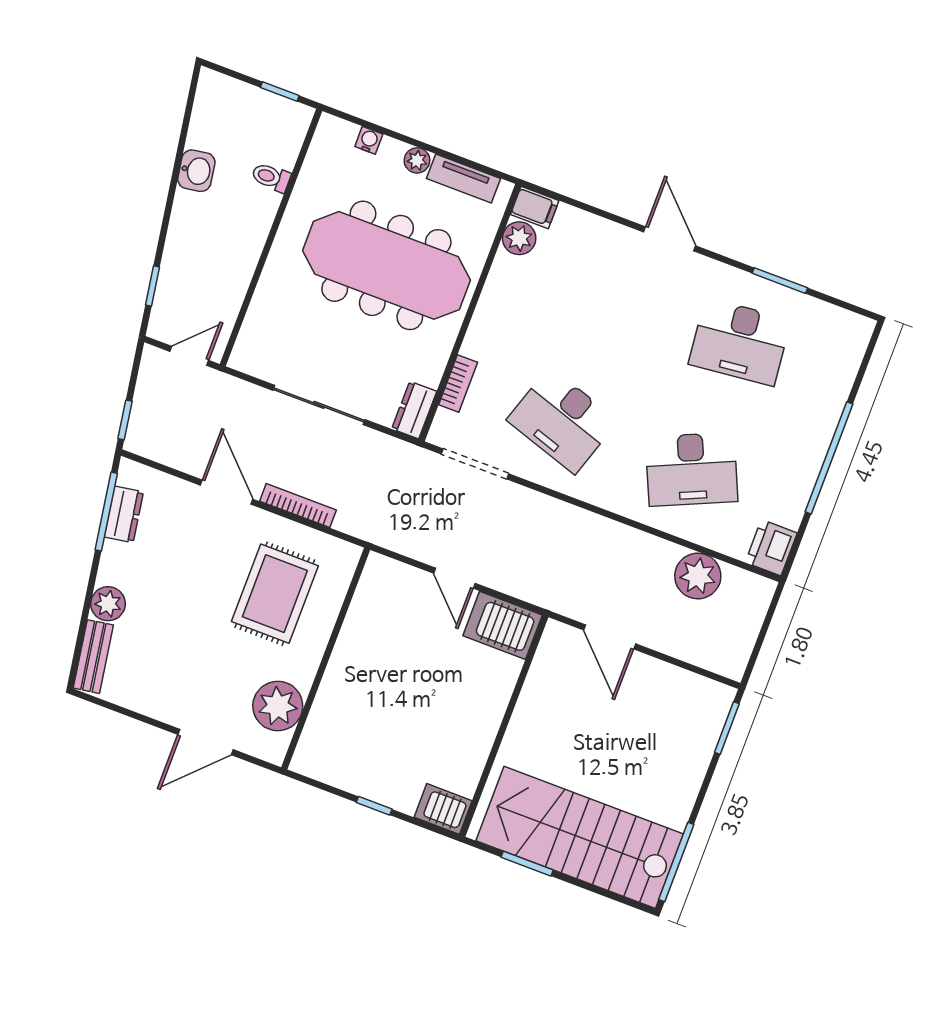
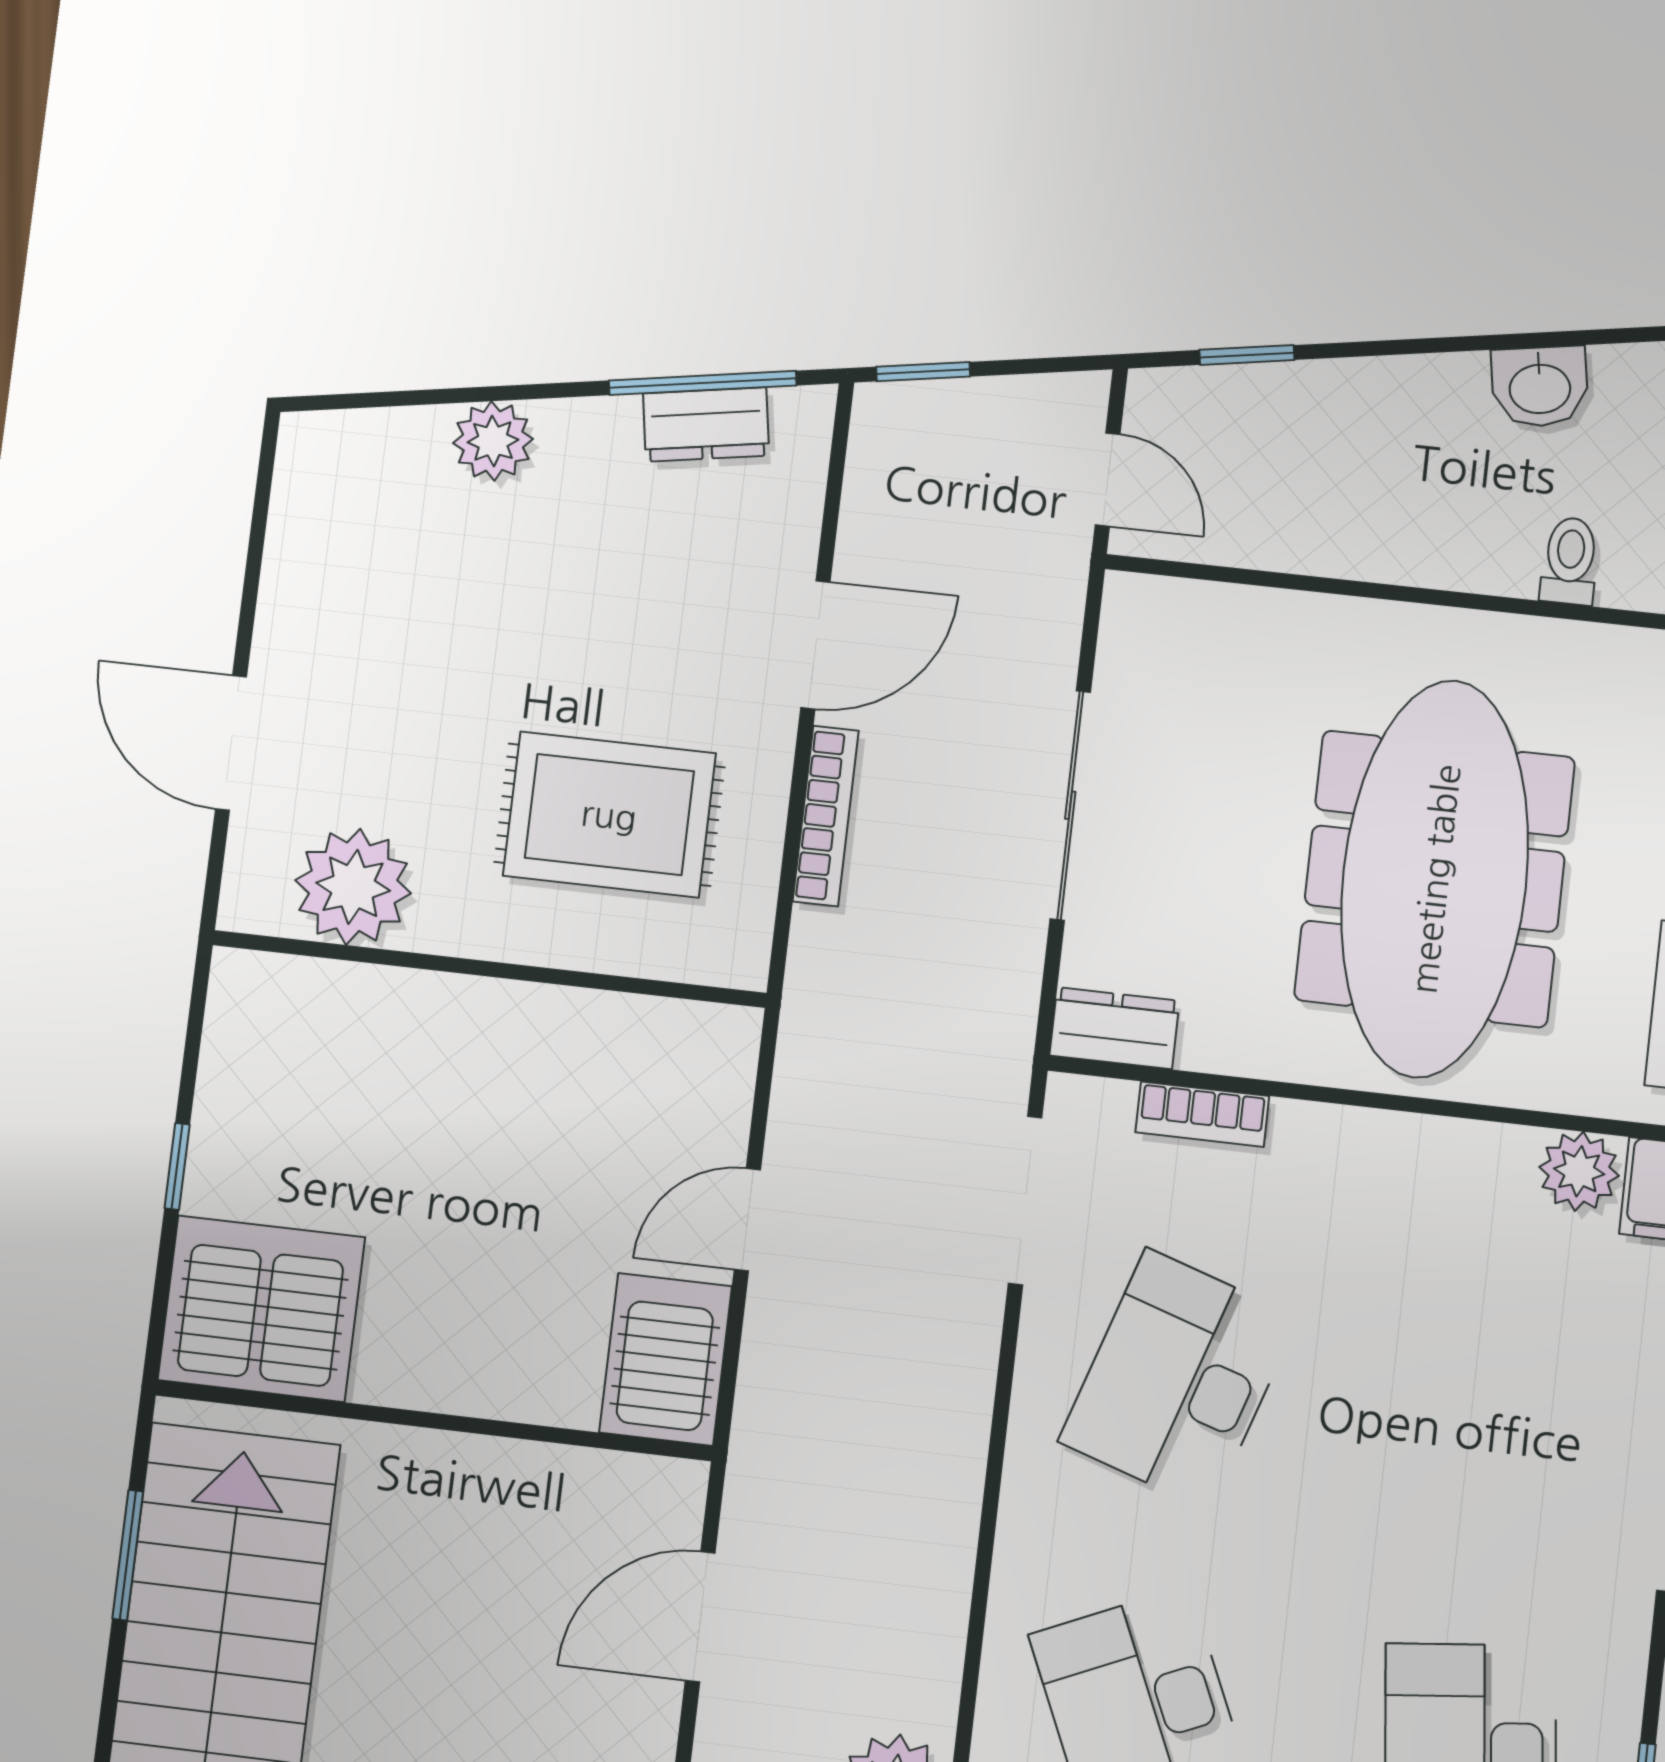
bench: (93, 657) -> (364, 439), removed
server rack: (443, 809) -> (261, 1309), width x2.18, depth x1.44

